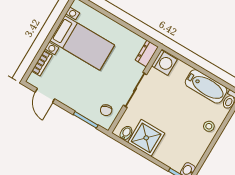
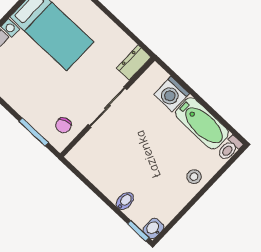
washing machine: (164, 63) -> (171, 94), moved, turned 90
bidet: (126, 133) -> (125, 201), moved
shower: (146, 138) -> (108, 173), removed

